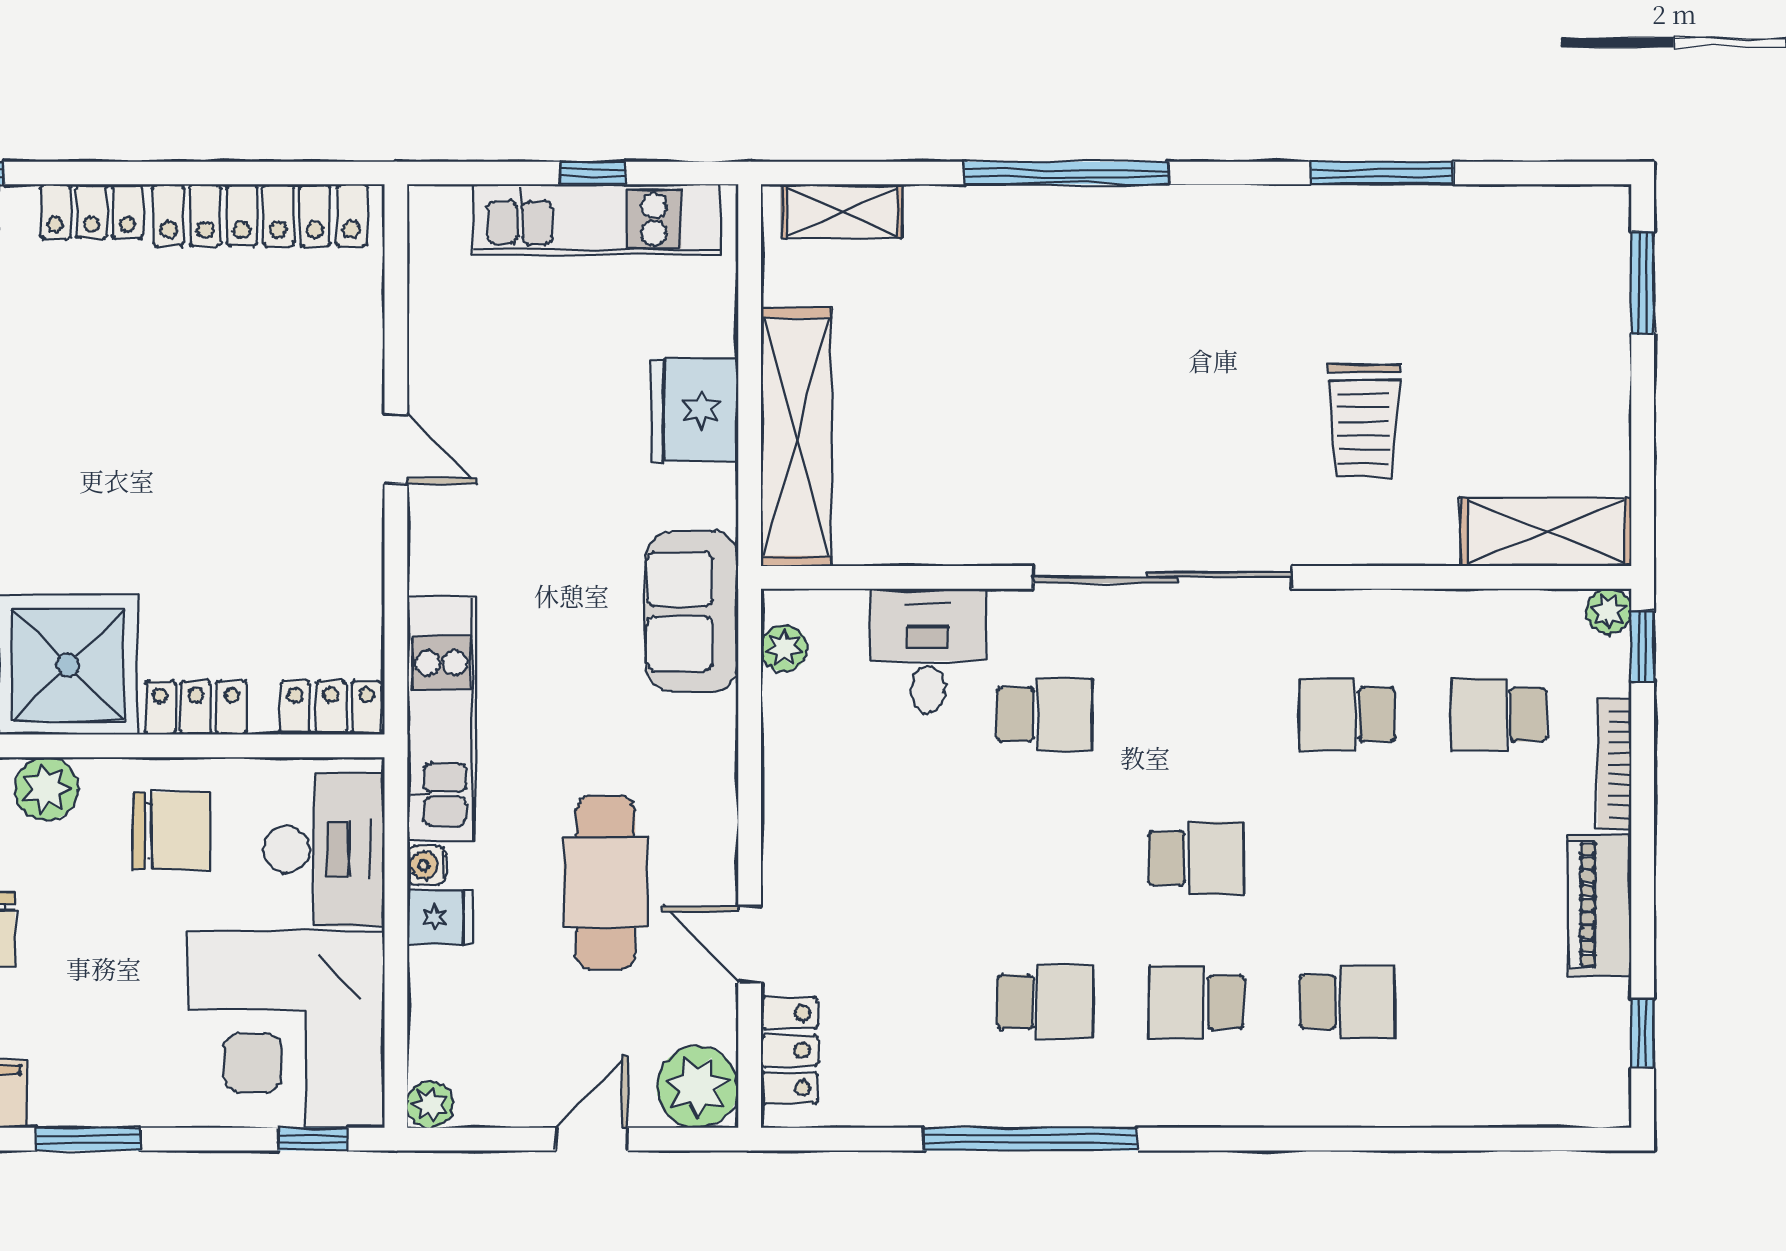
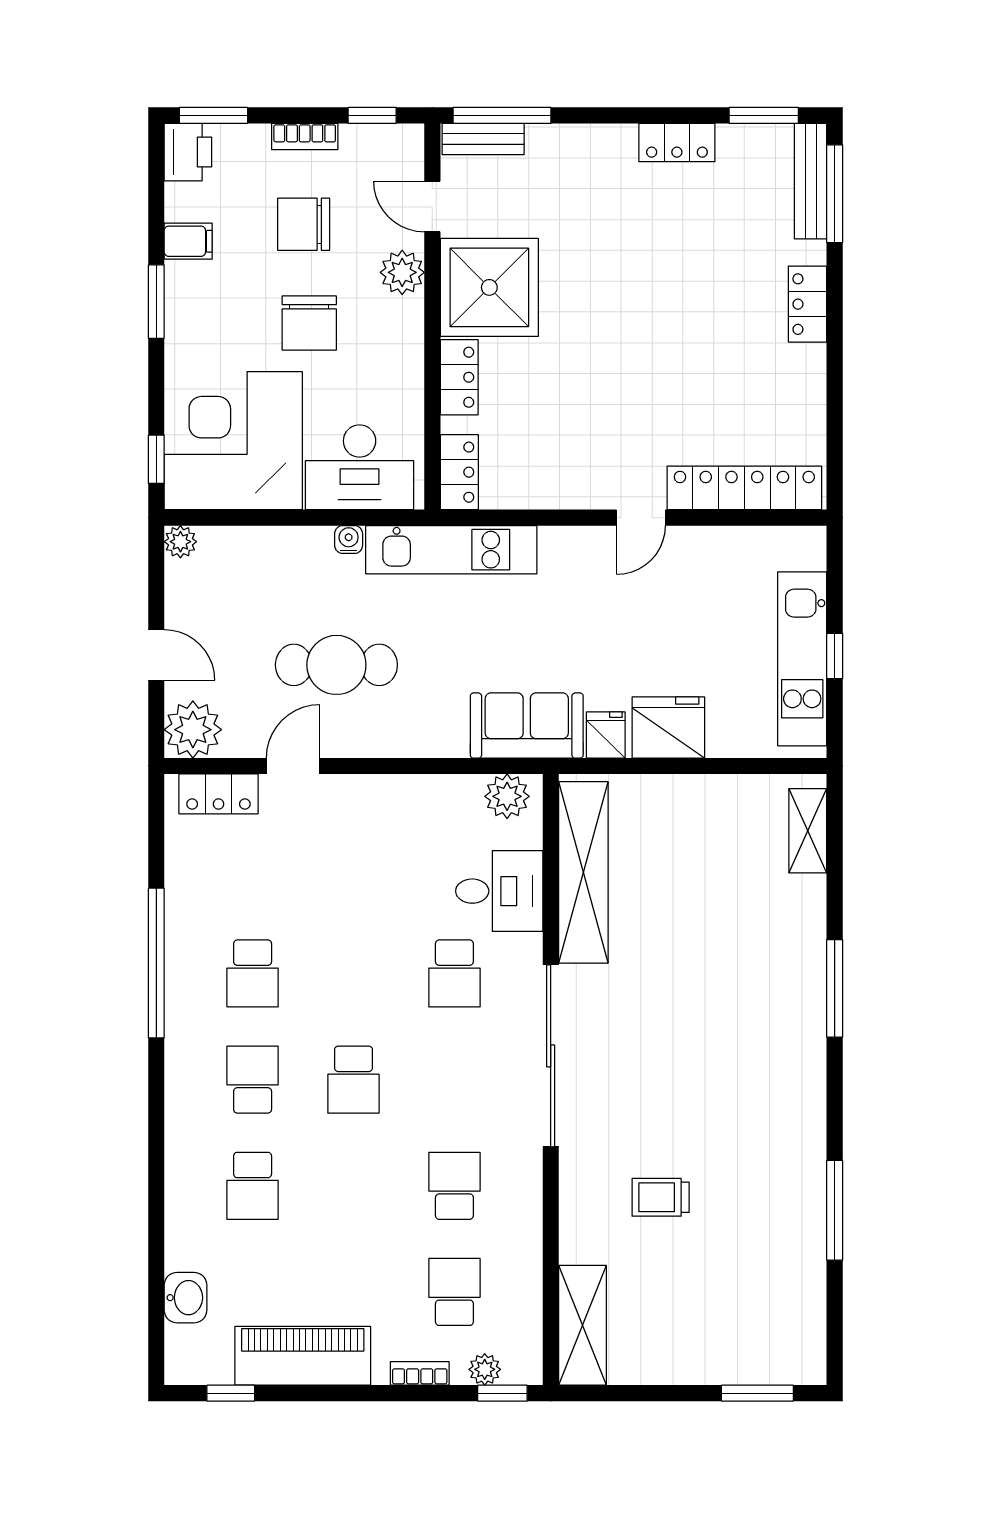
window: (1066, 173) -> (835, 988), width x0.68
locker: (260, 215) -> (744, 488), moved, turned 90
trolley: (1364, 421) -> (661, 1197), width x0.73, depth x0.72
shelving: (796, 437) -> (583, 872), moved, turned 90
plant: (1609, 611) -> (485, 1369), moved
plant: (784, 648) -> (507, 796), width x1.38, depth x1.38
bookcase: (1615, 764) -> (420, 1373), width x0.64
chair: (172, 831) -> (309, 323), moved
piano: (1600, 905) -> (303, 1356), width x1.37, depth x1.33
fridge: (440, 917) -> (606, 735), moved, turned 180
washbasin: (1507, 1097) -> (185, 1298), added

